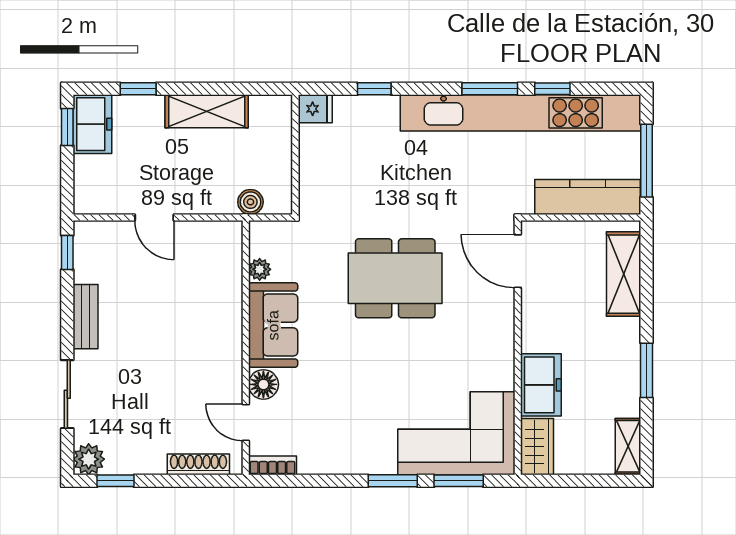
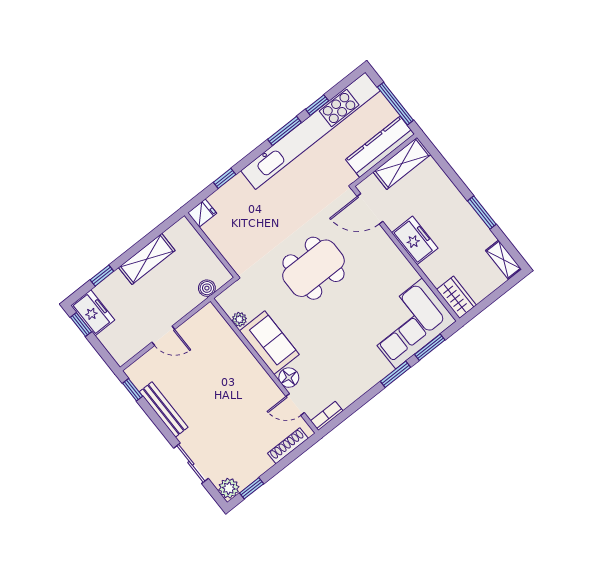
shelving: (624, 274) -> (402, 163), moved, turned 90
bench: (85, 317) -> (164, 409), width x1.36
freezer: (541, 385) -> (415, 240), moved

